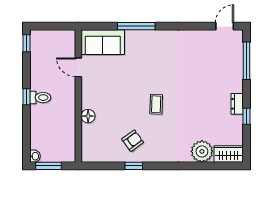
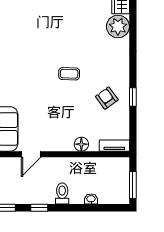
window: (27, 97) -> (39, 208), moved
tv unit: (87, 148) -> (114, 146), added
washbasin: (35, 156) -> (91, 199), moved

